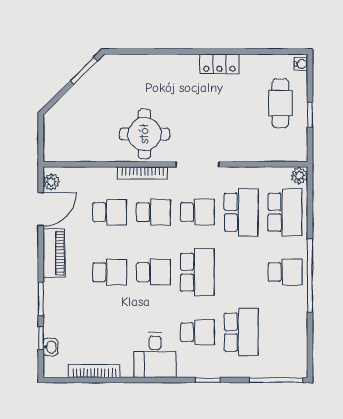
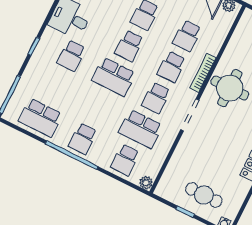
school desk: (285, 212) -> (125, 160), width x0.54
school desk: (241, 332) -> (40, 118), moved

